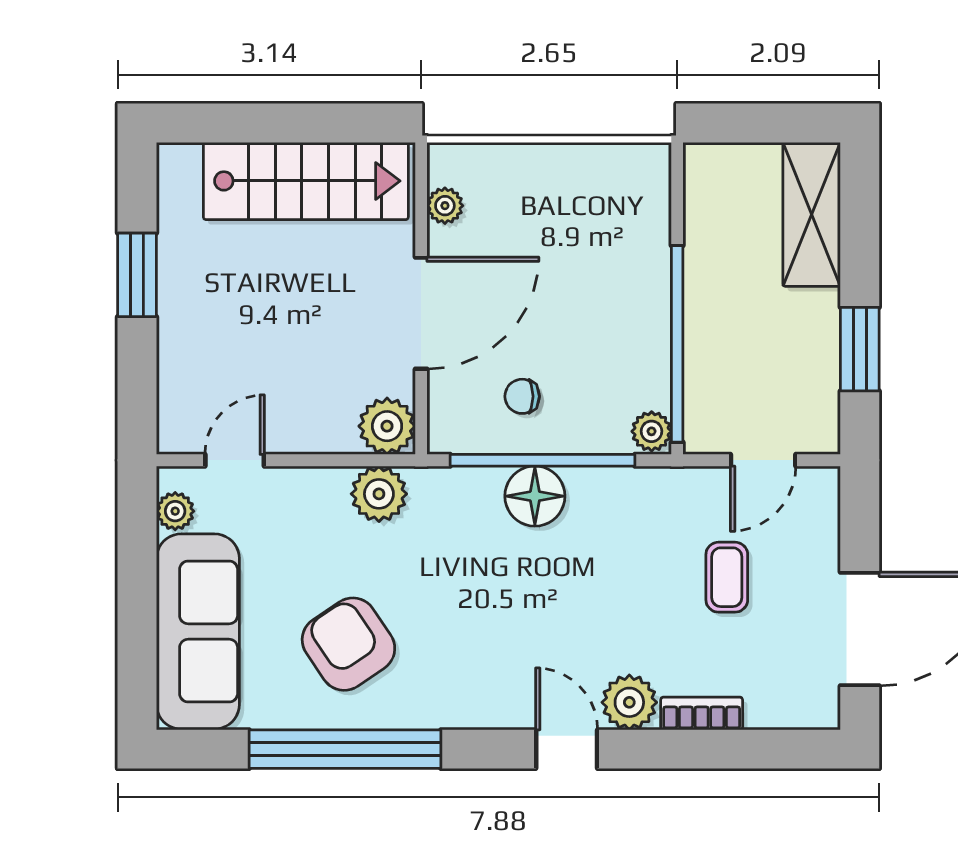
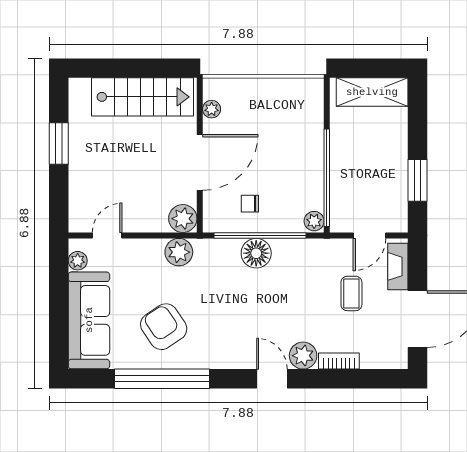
shelving: (812, 214) -> (372, 92), moved, turned 90
fireplace: (820, 523) -> (398, 266), added

